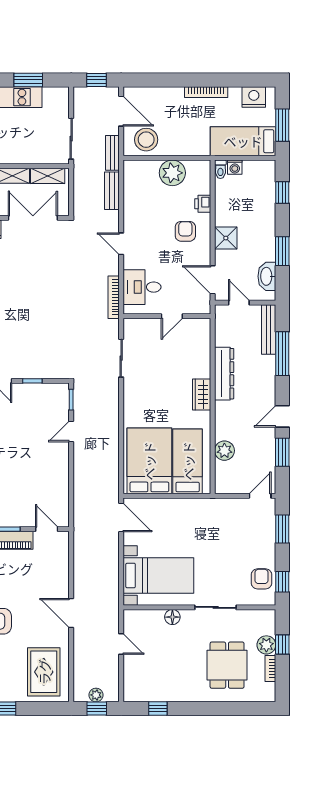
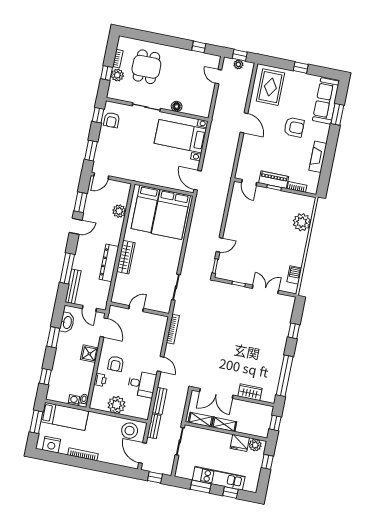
desk: (142, 287) -> (142, 384), moved
wardrobe: (202, 395) -> (126, 257), width x1.50
door: (121, 644) -> (218, 77), moved

